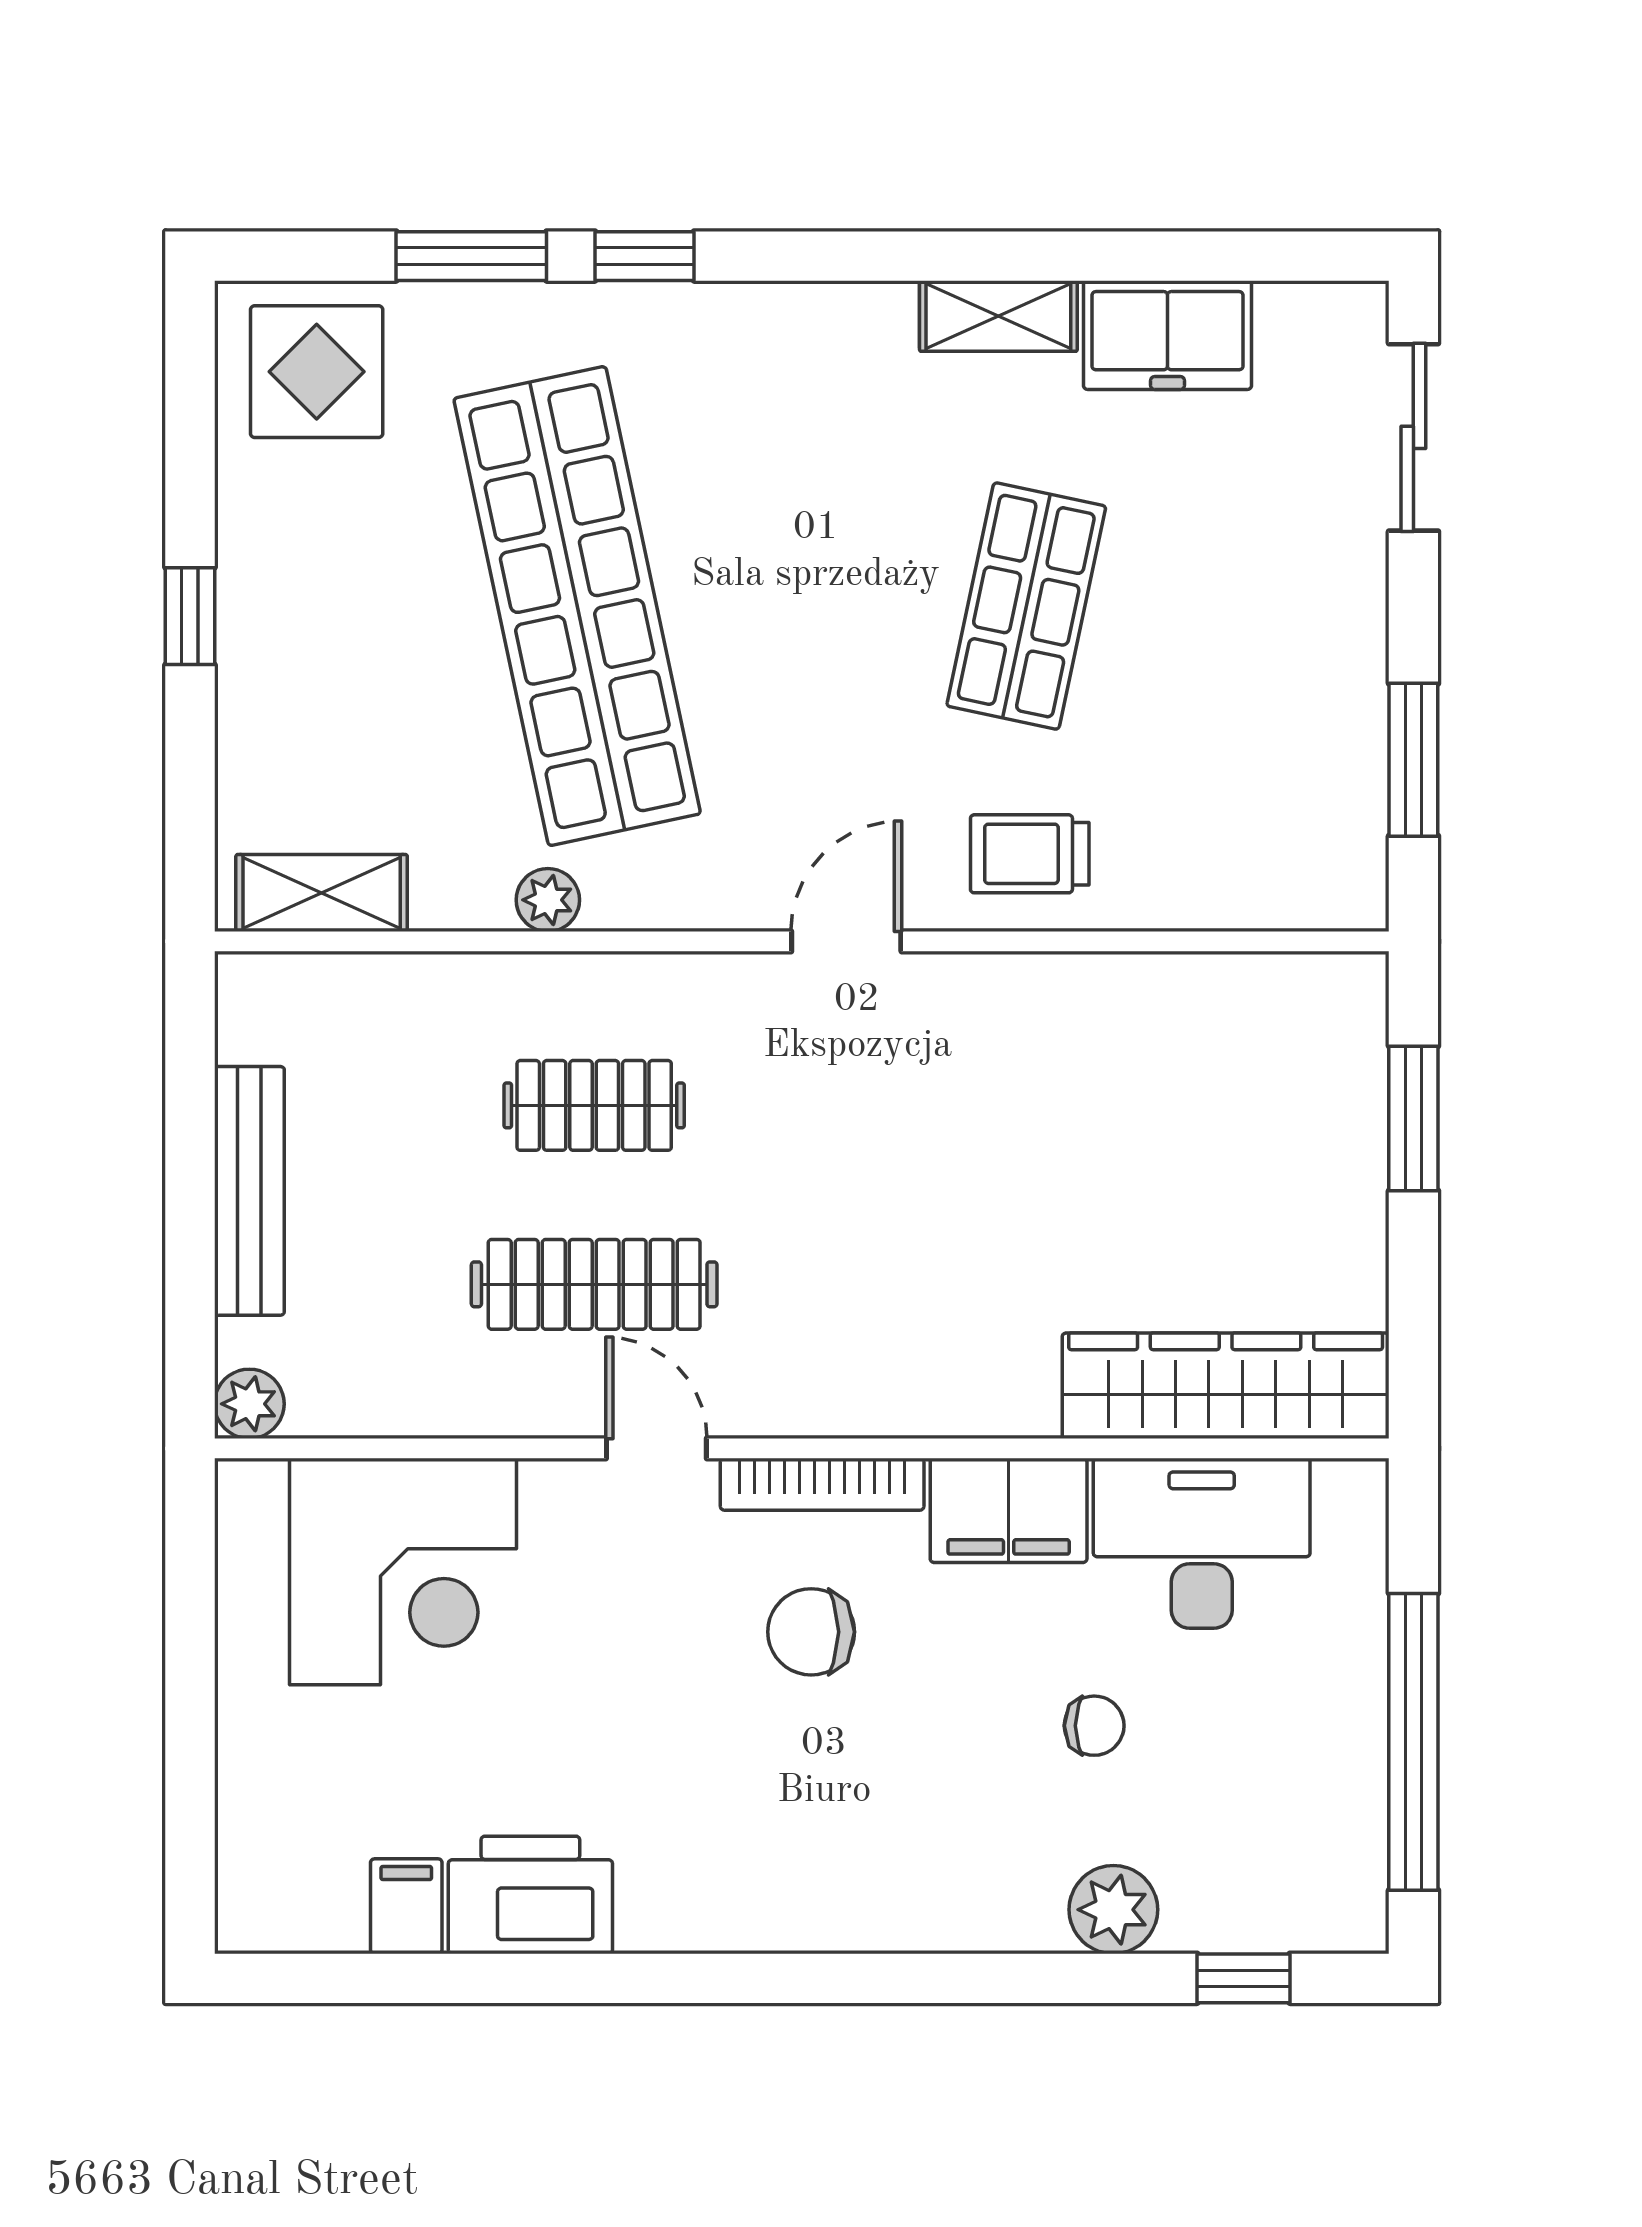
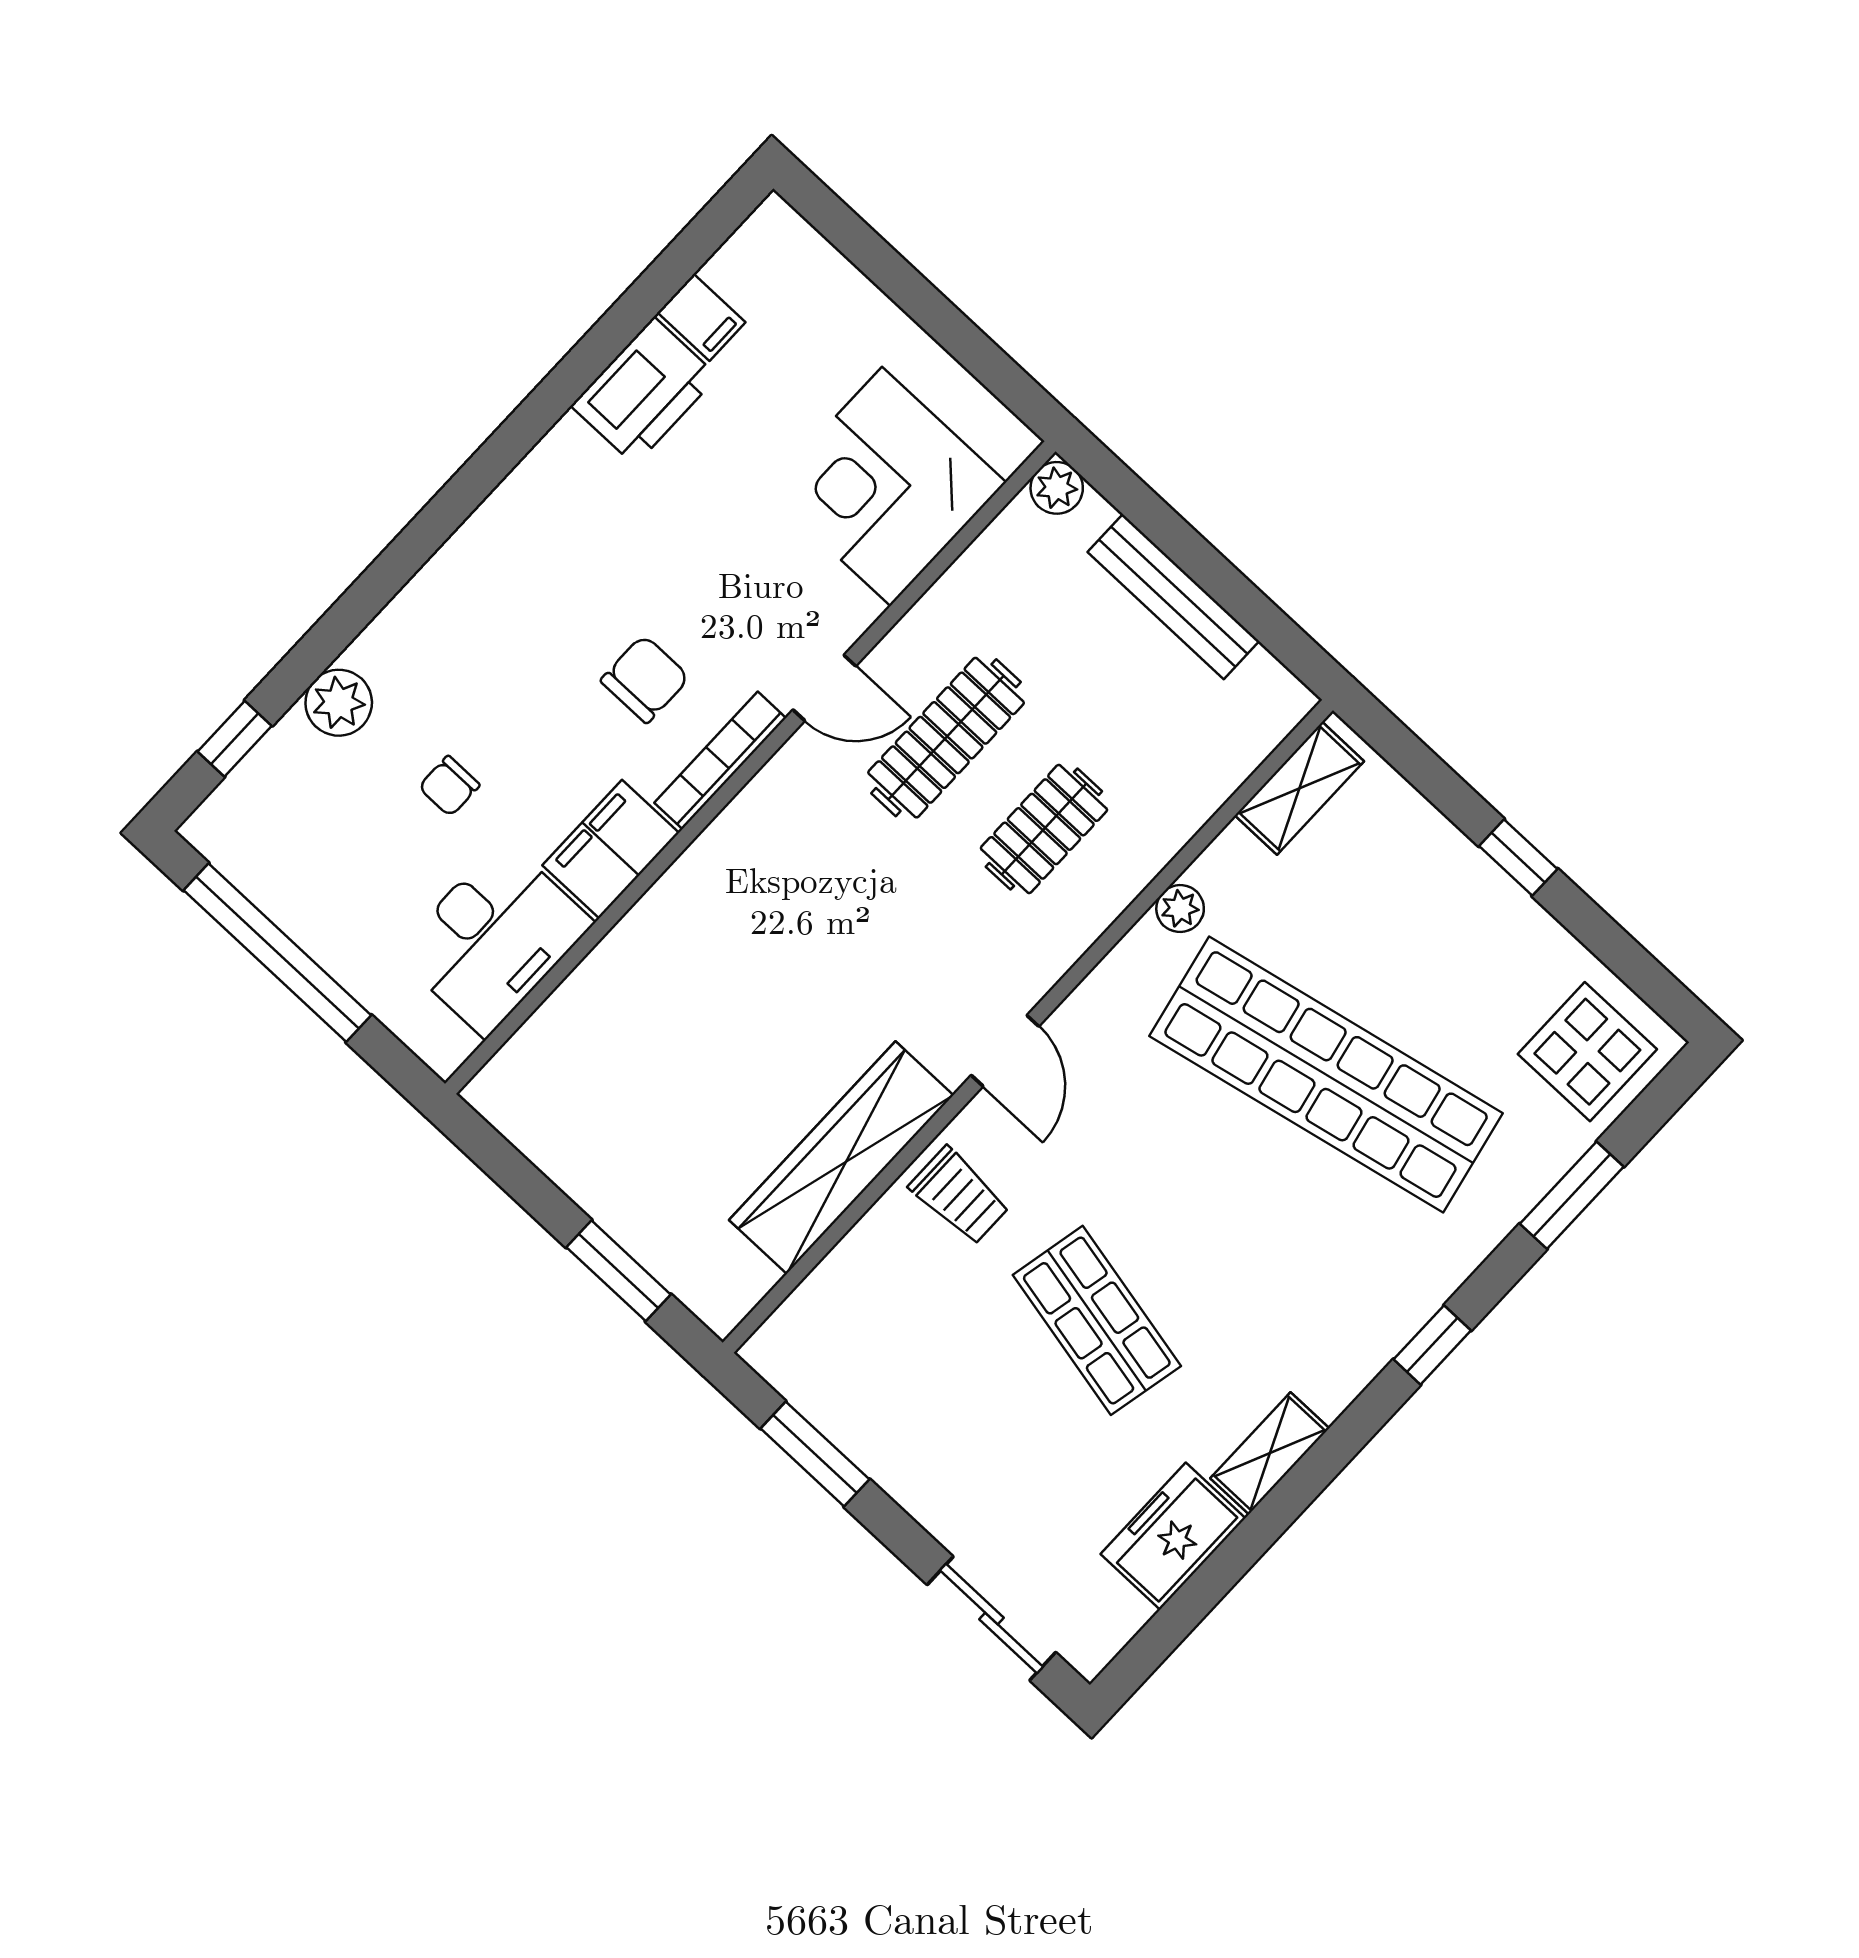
window: (645, 256) -> (1432, 1345), moved
trolley: (1030, 854) -> (959, 1196), turned 90
wardrobe: (1226, 1386) -> (841, 1158), moved, turned 180

